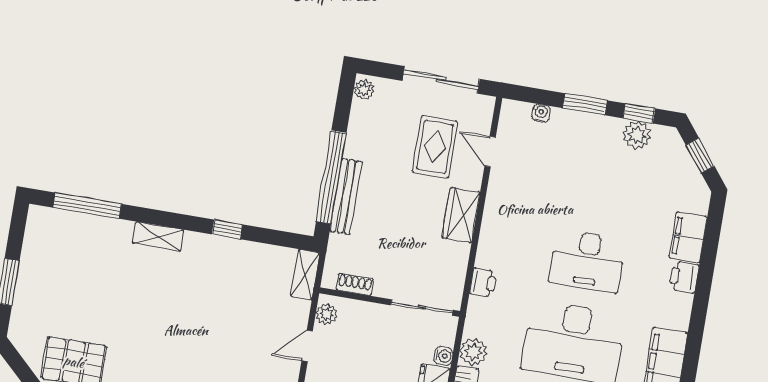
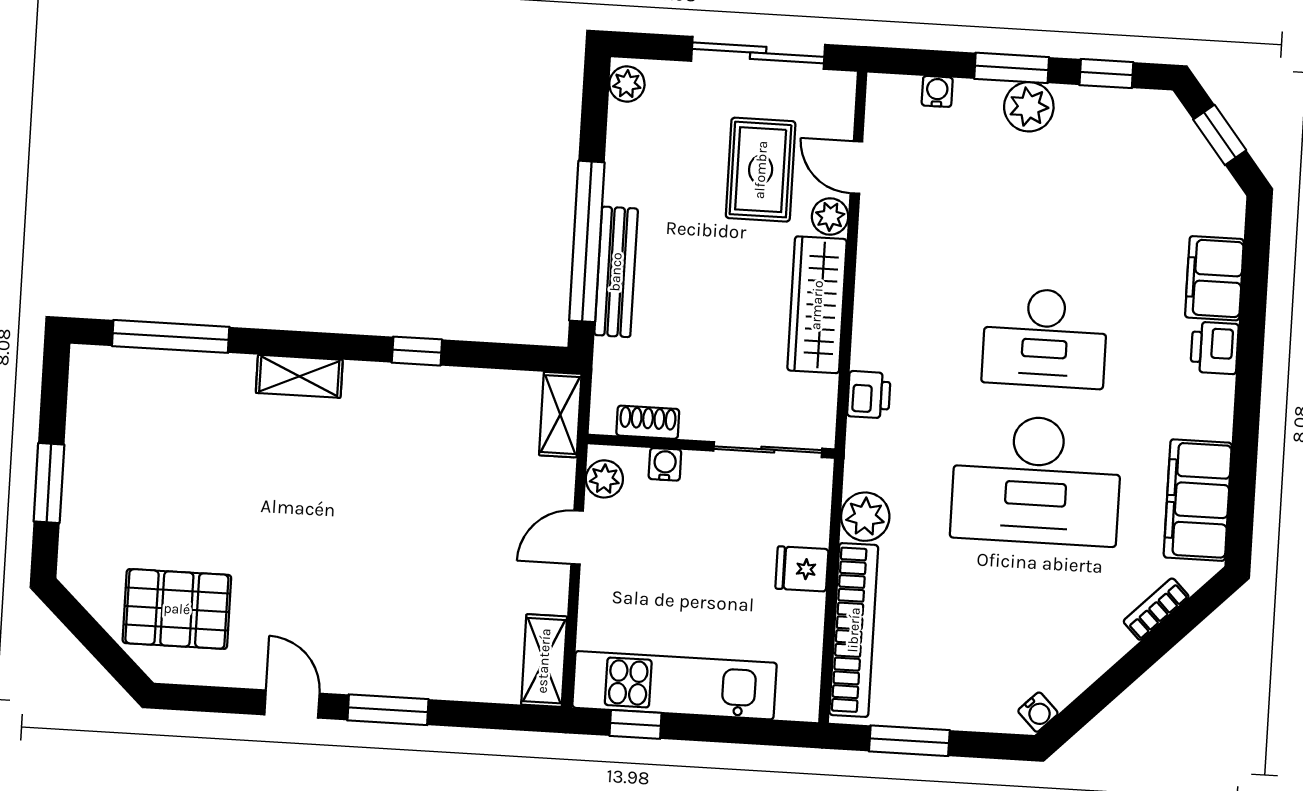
plant: (637, 135) -> (1029, 107), moved
plant: (472, 178) -> (830, 216), added
wardrobe: (461, 215) -> (817, 305), width x1.50
water cooler: (443, 356) -> (665, 464), moved, turned -90

